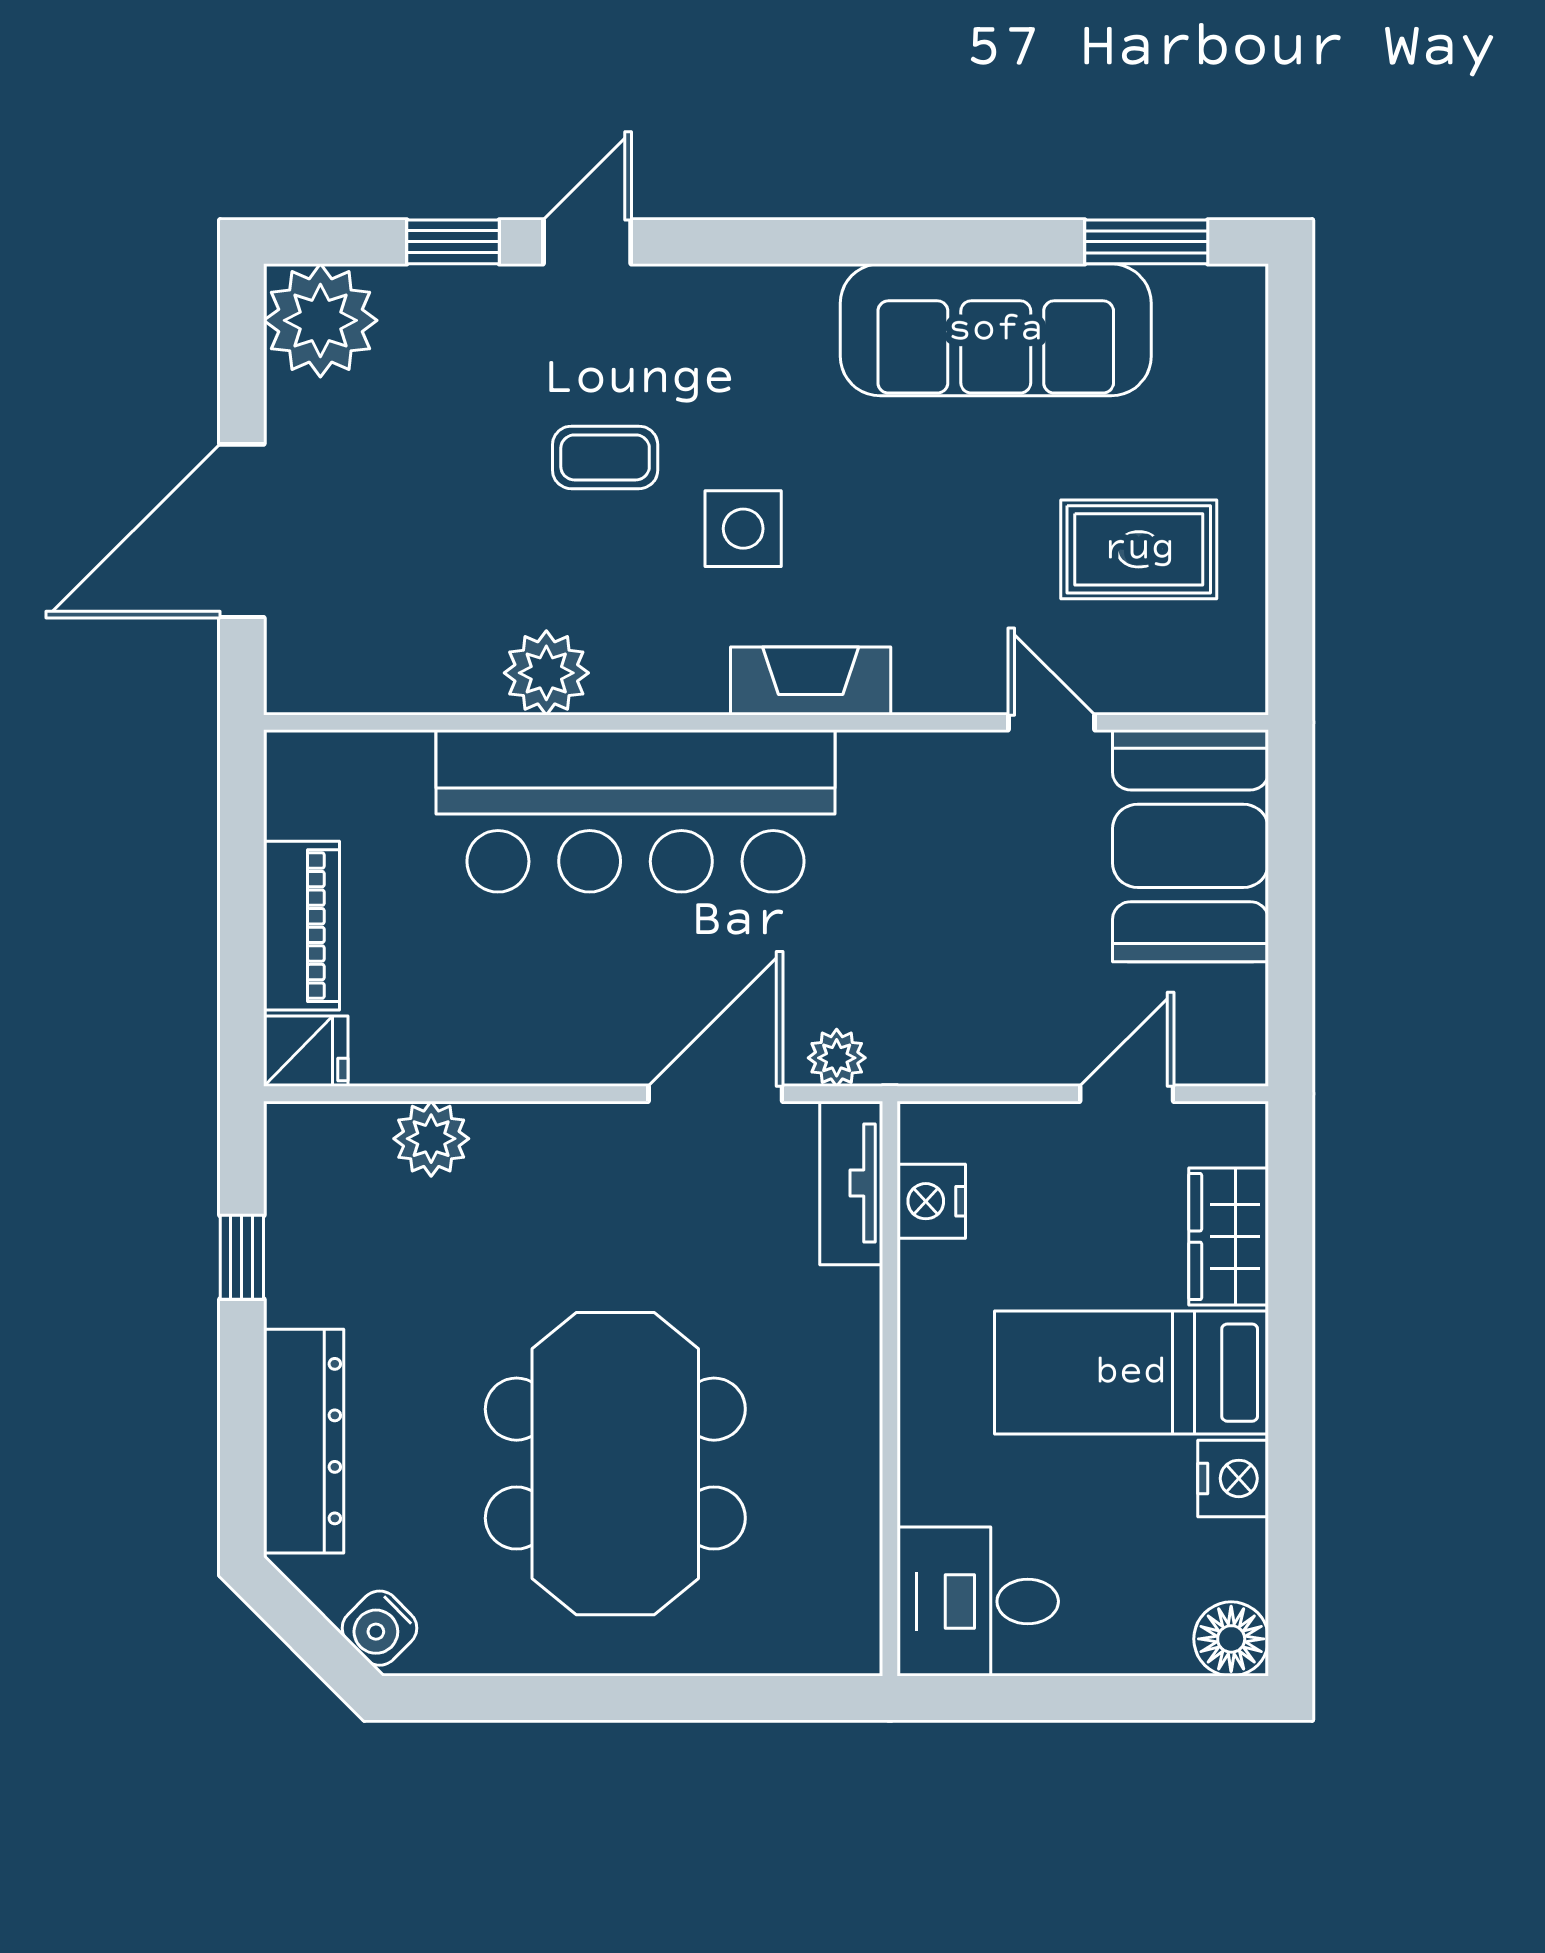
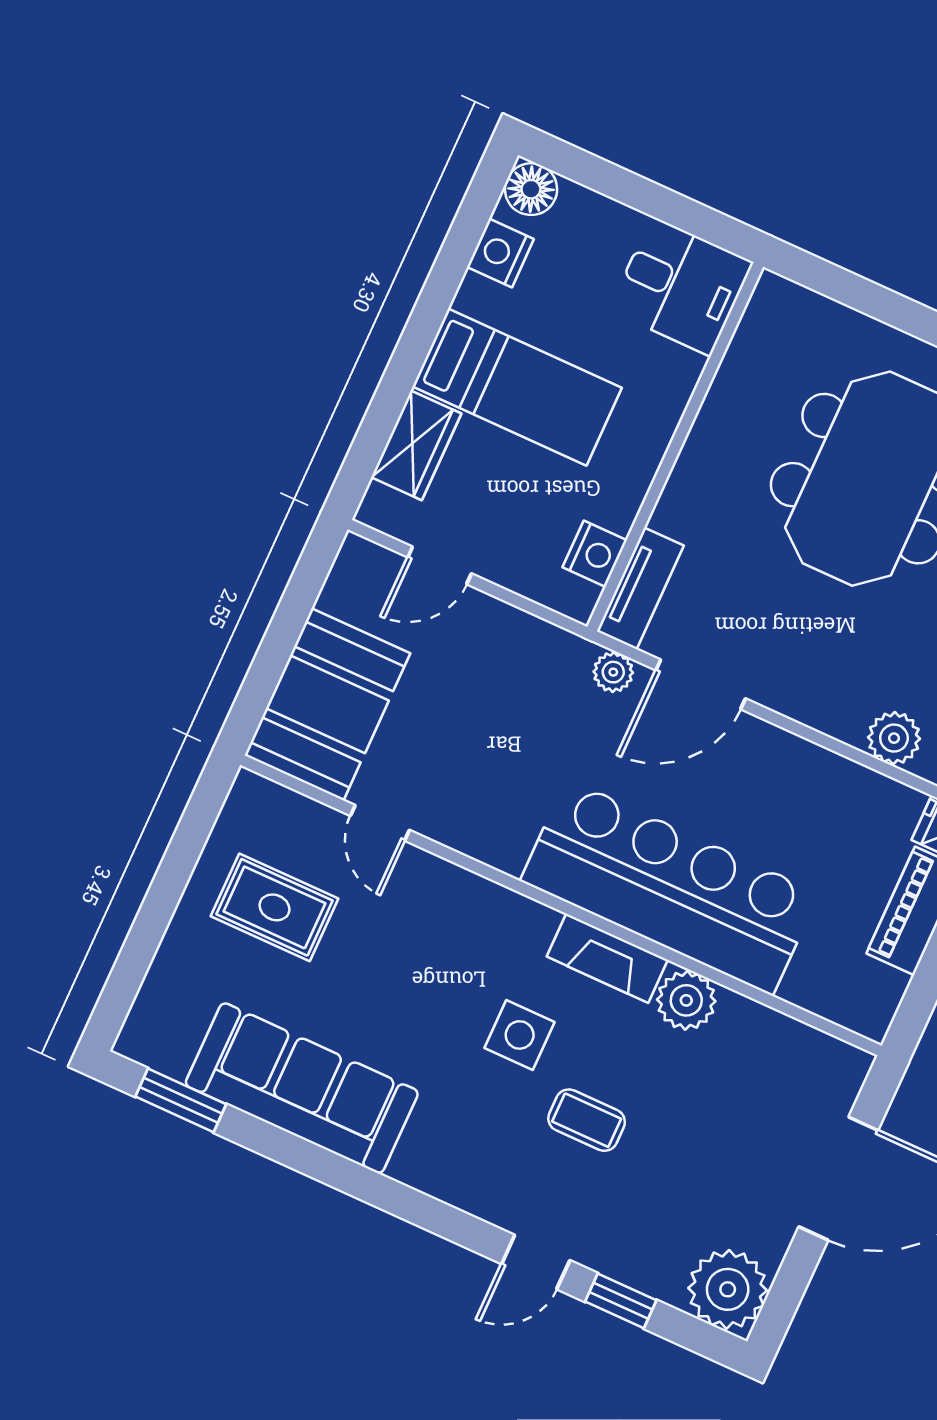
fireplace: (811, 681) -> (607, 958), moved
nightstand: (1233, 1478) -> (500, 253), moved

